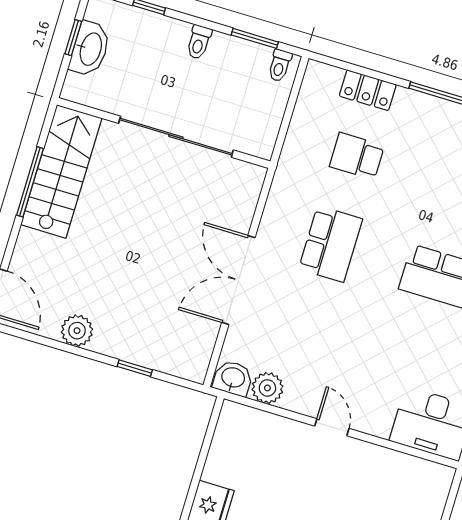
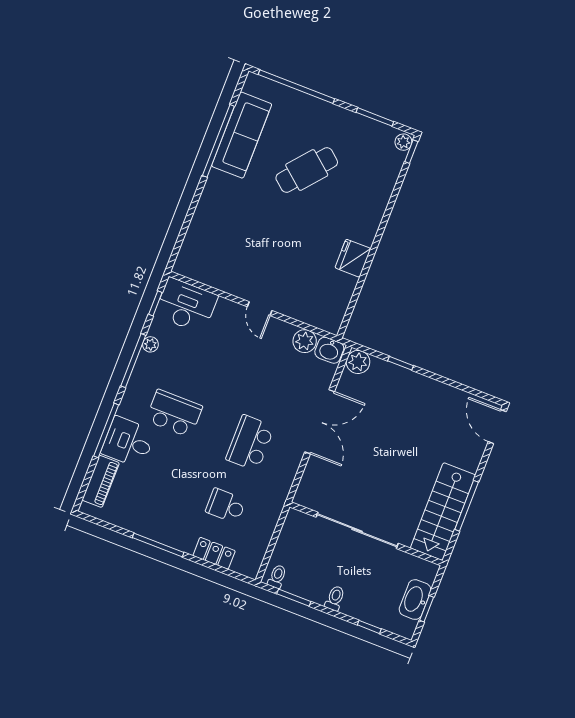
school desk: (357, 156) -> (226, 506), turned 180
plant: (77, 331) -> (358, 362), moved

